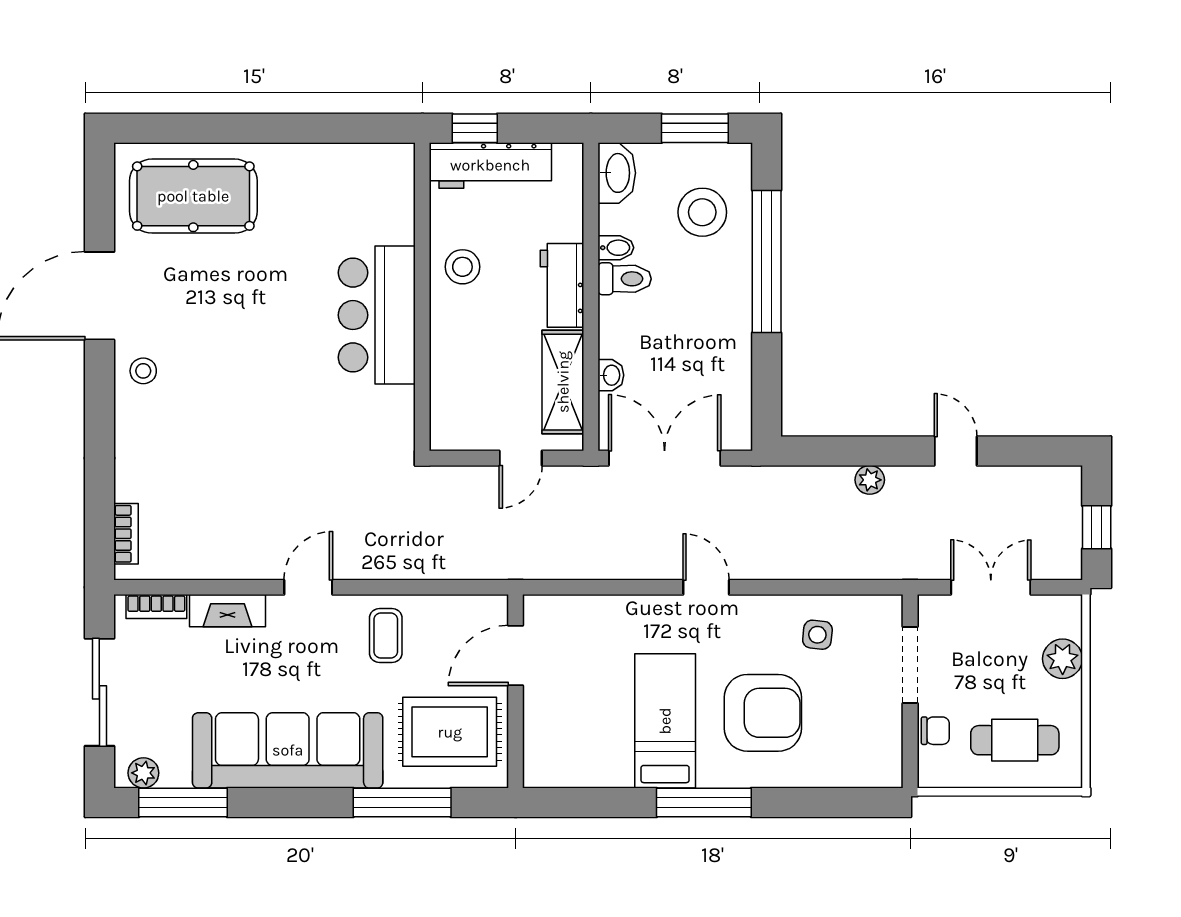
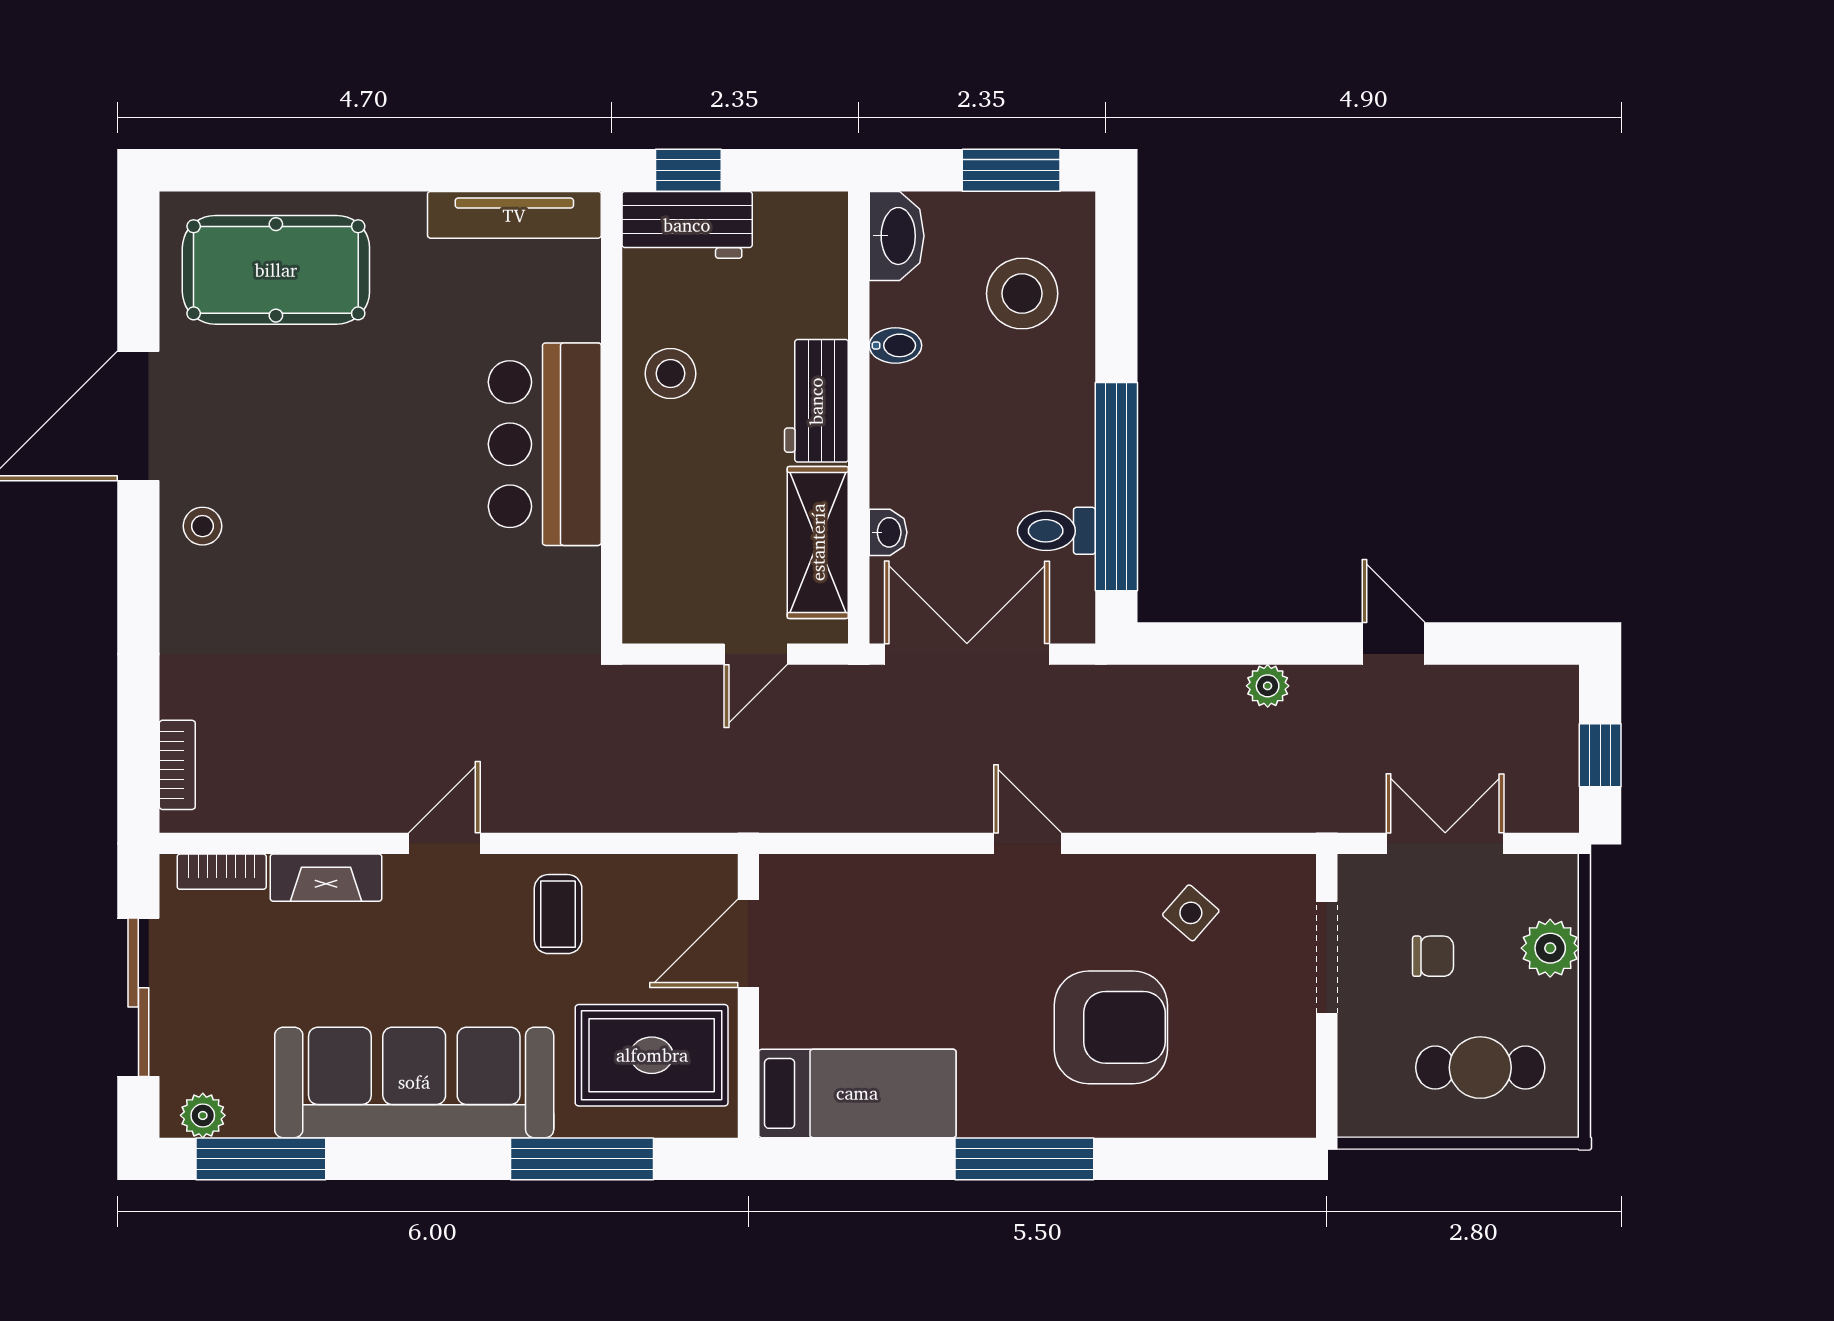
tv unit: (356, 159) -> (514, 215), added
workbench: (490, 165) -> (687, 225), width x0.73
window: (767, 261) -> (1116, 487), moved
toilet: (625, 279) -> (1057, 531), moved, turned 180
side table: (817, 635) -> (1191, 913), turned 35
bed: (665, 721) -> (857, 1093), moved, turned 90
chair: (935, 731) -> (1433, 956), moved

